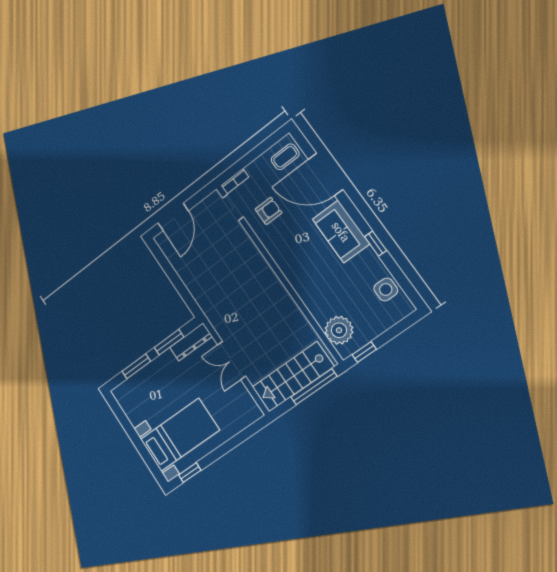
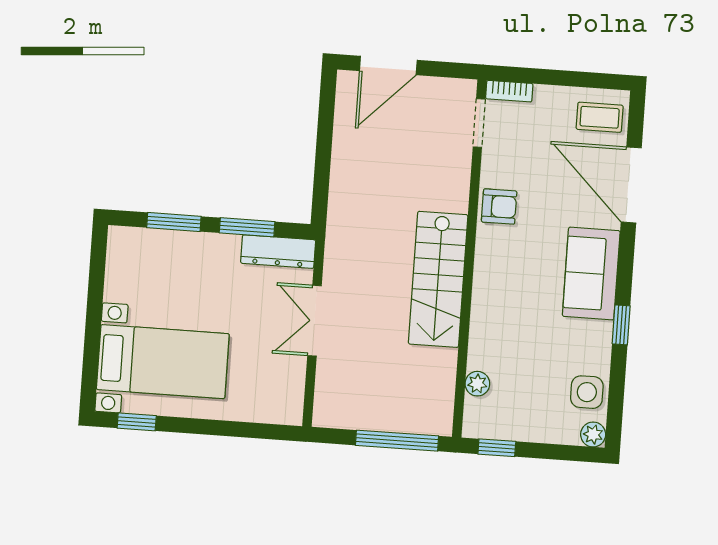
armchair: (269, 211) -> (499, 206), moved
plant: (406, 308) -> (593, 434), added
plant: (339, 330) -> (477, 384), width x0.53, depth x0.53
stairs: (293, 377) -> (438, 279), moved, turned -90

